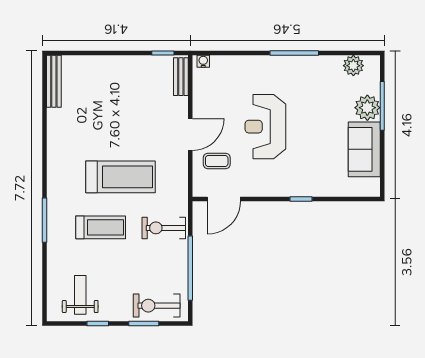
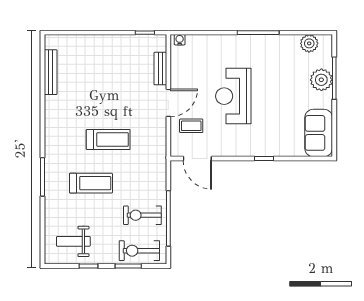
bench: (181, 77) -> (160, 69), moved
bench: (54, 81) -> (51, 72), moved
sofa: (364, 149) -> (319, 133), moved
treadmill: (121, 177) -> (108, 140), width x0.73, depth x0.73
door: (224, 199) -> (197, 159), hinge flipped
exercise bike: (164, 228) -> (142, 215), moved
weight bench: (80, 295) -> (73, 241), turned -90

